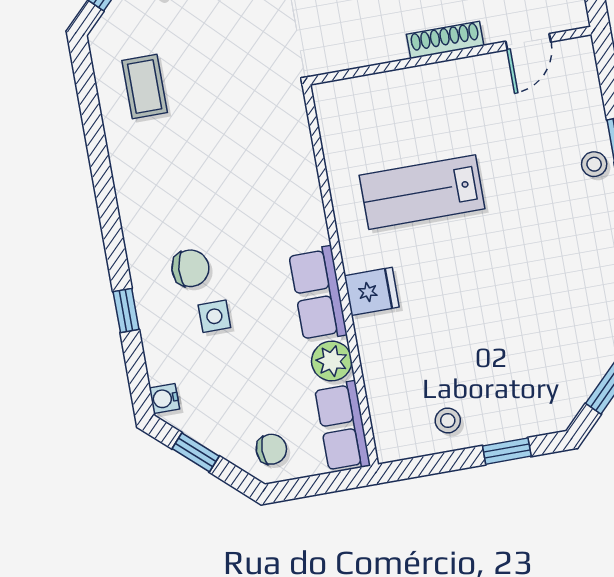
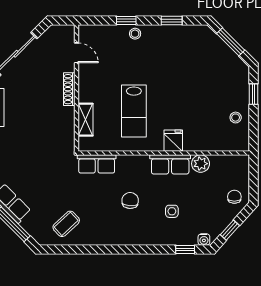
coffee table: (145, 87) -> (66, 224), turned -43
shelving: (384, 88) -> (86, 120), added
chair: (190, 268) -> (130, 200), moved
window: (126, 311) -> (185, 249), moved
row of seats: (342, 427) -> (97, 164), moved

